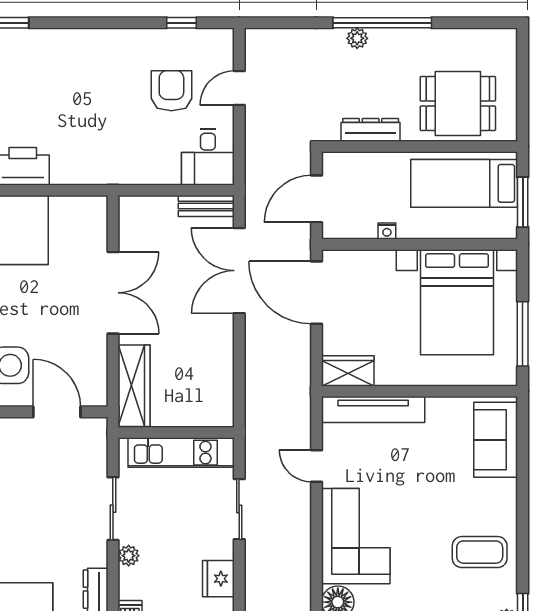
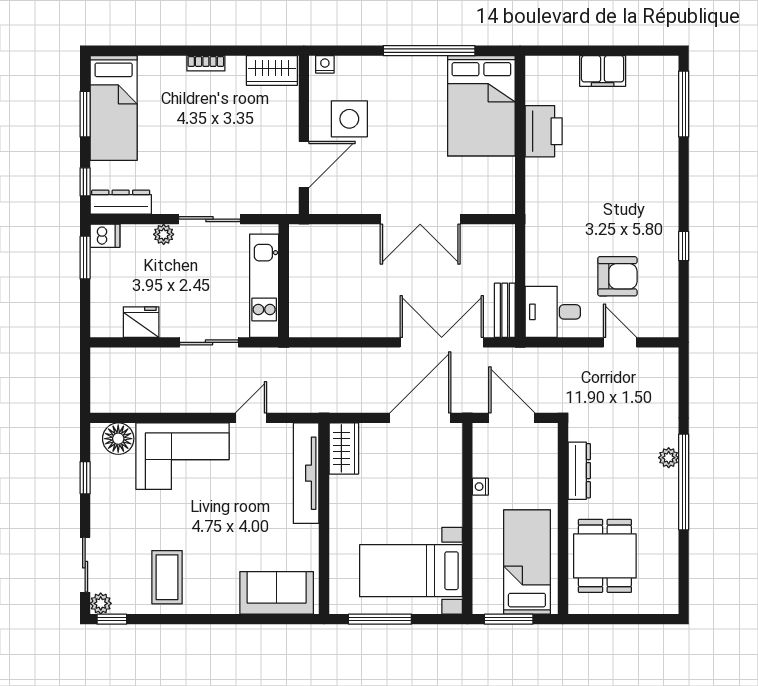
window: (181, 23) -> (684, 246), moved
bed with nightstands: (457, 302) -> (411, 571), width x0.73
wardrobe: (134, 386) -> (329, 240), removed

